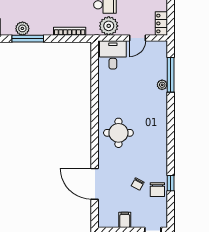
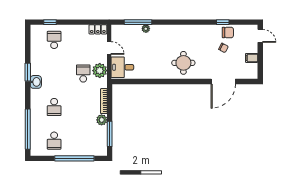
plant: (22, 28) -> (102, 120), moved

